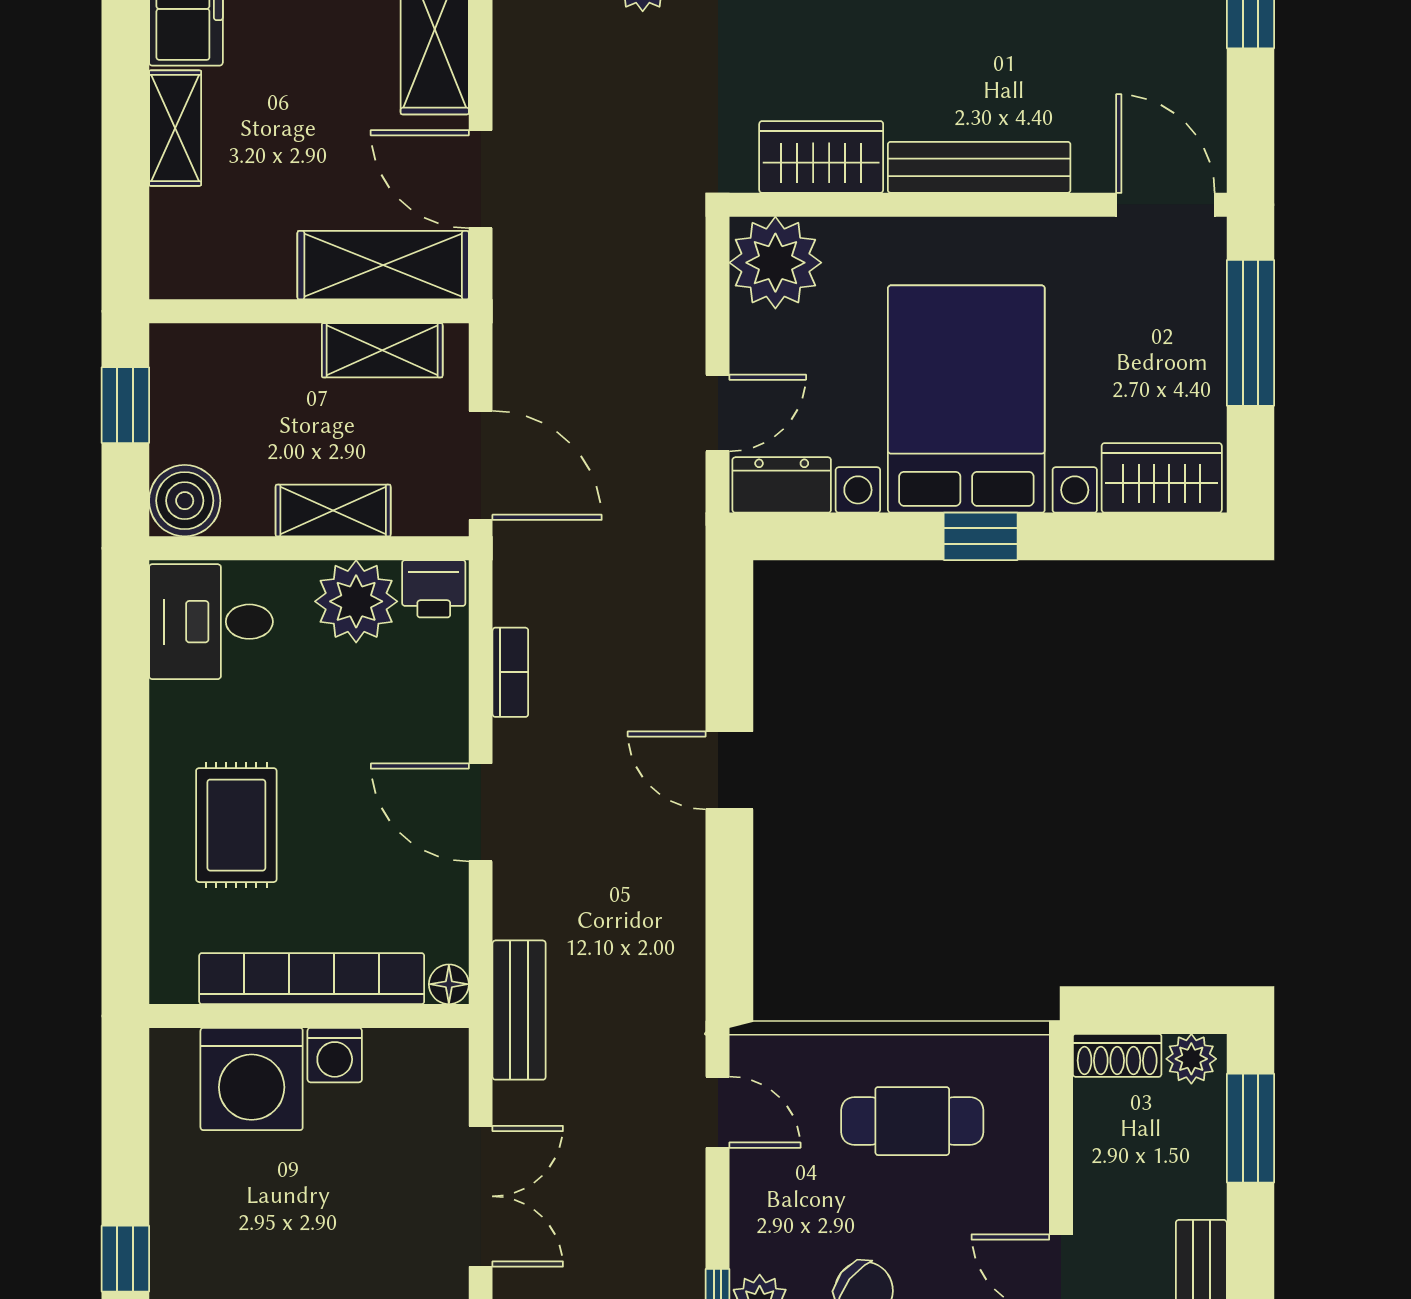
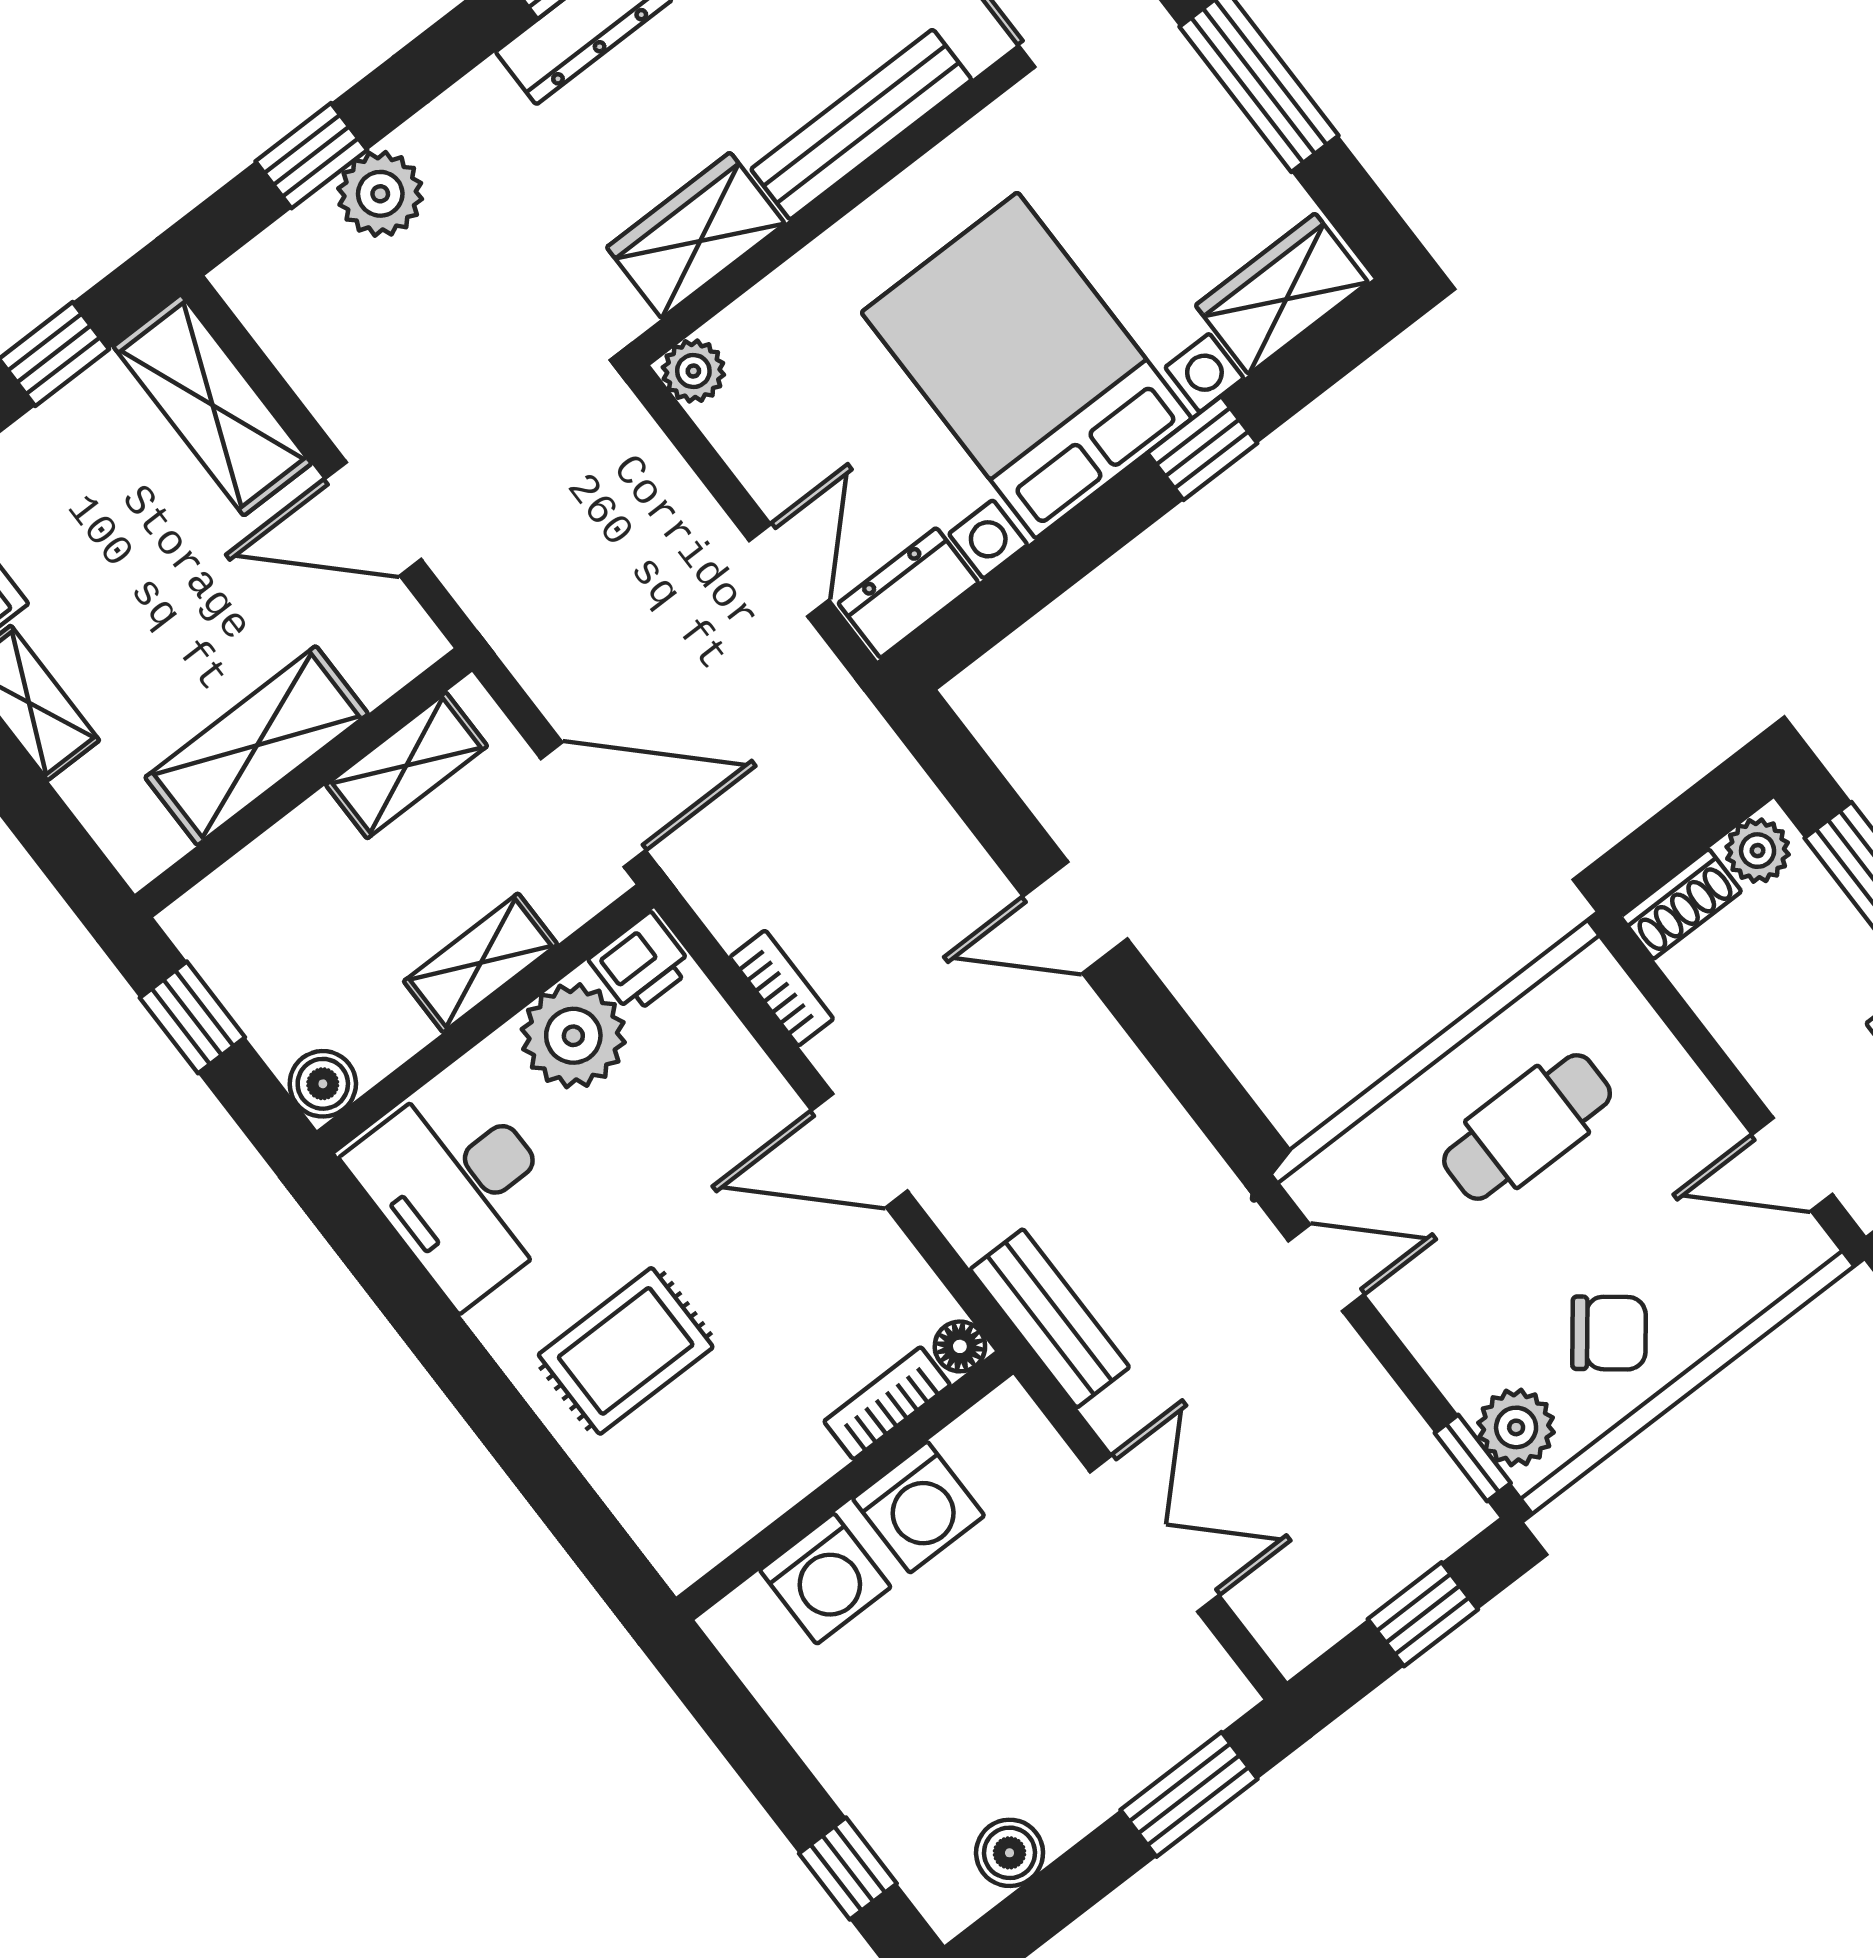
plant: (775, 263) -> (693, 371), width x0.53, depth x0.53
shelving: (383, 265) -> (257, 746), moved
boiler: (185, 501) -> (323, 1084), width x0.73, depth x0.73
window: (981, 536) -> (1202, 448), moved
desk: (211, 622) -> (460, 1189), width x1.37
rug: (236, 825) -> (626, 1351), turned 90
bookcase: (312, 979) -> (887, 1403), width x0.43, depth x0.76
washing machine: (335, 1055) -> (919, 1507), width x1.38, depth x1.38
washing machine: (252, 1079) -> (825, 1579), width x0.73, depth x0.73

